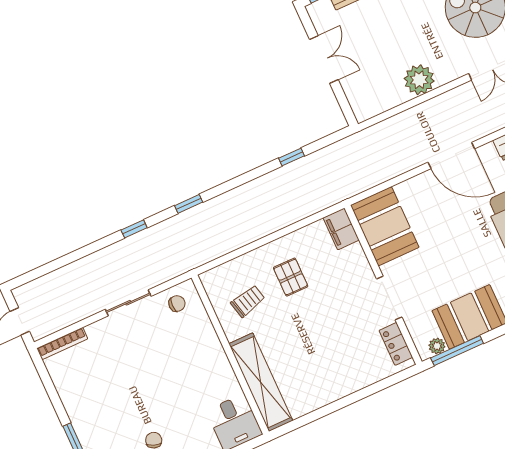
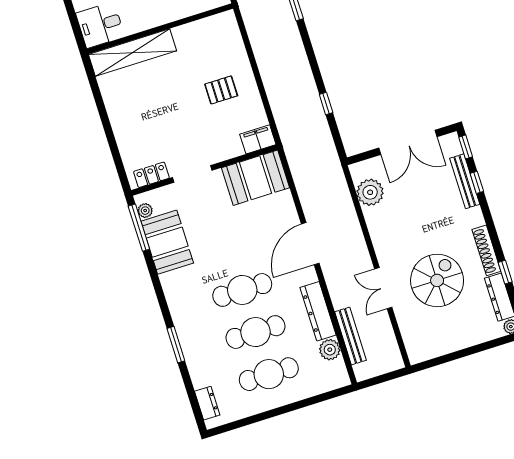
double door: (324, 60) -> (408, 142), width x1.37
plant: (419, 80) -> (370, 192), moved
trolley: (248, 301) -> (205, 50), removed

